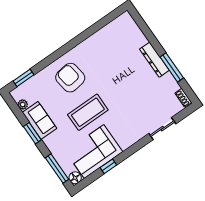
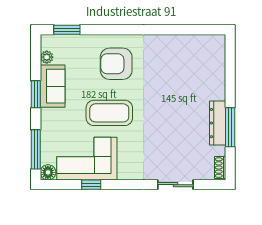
dresser: (154, 60) -> (218, 123), moved
armchair: (70, 78) -> (116, 64), turned -82

